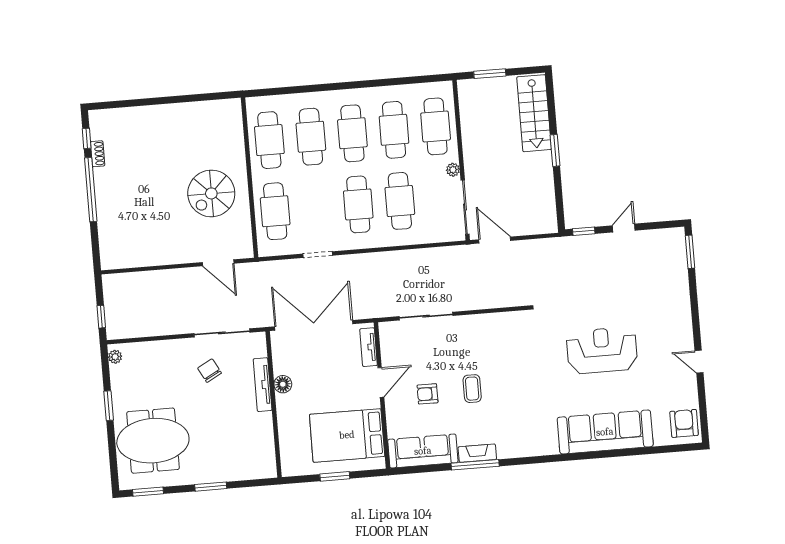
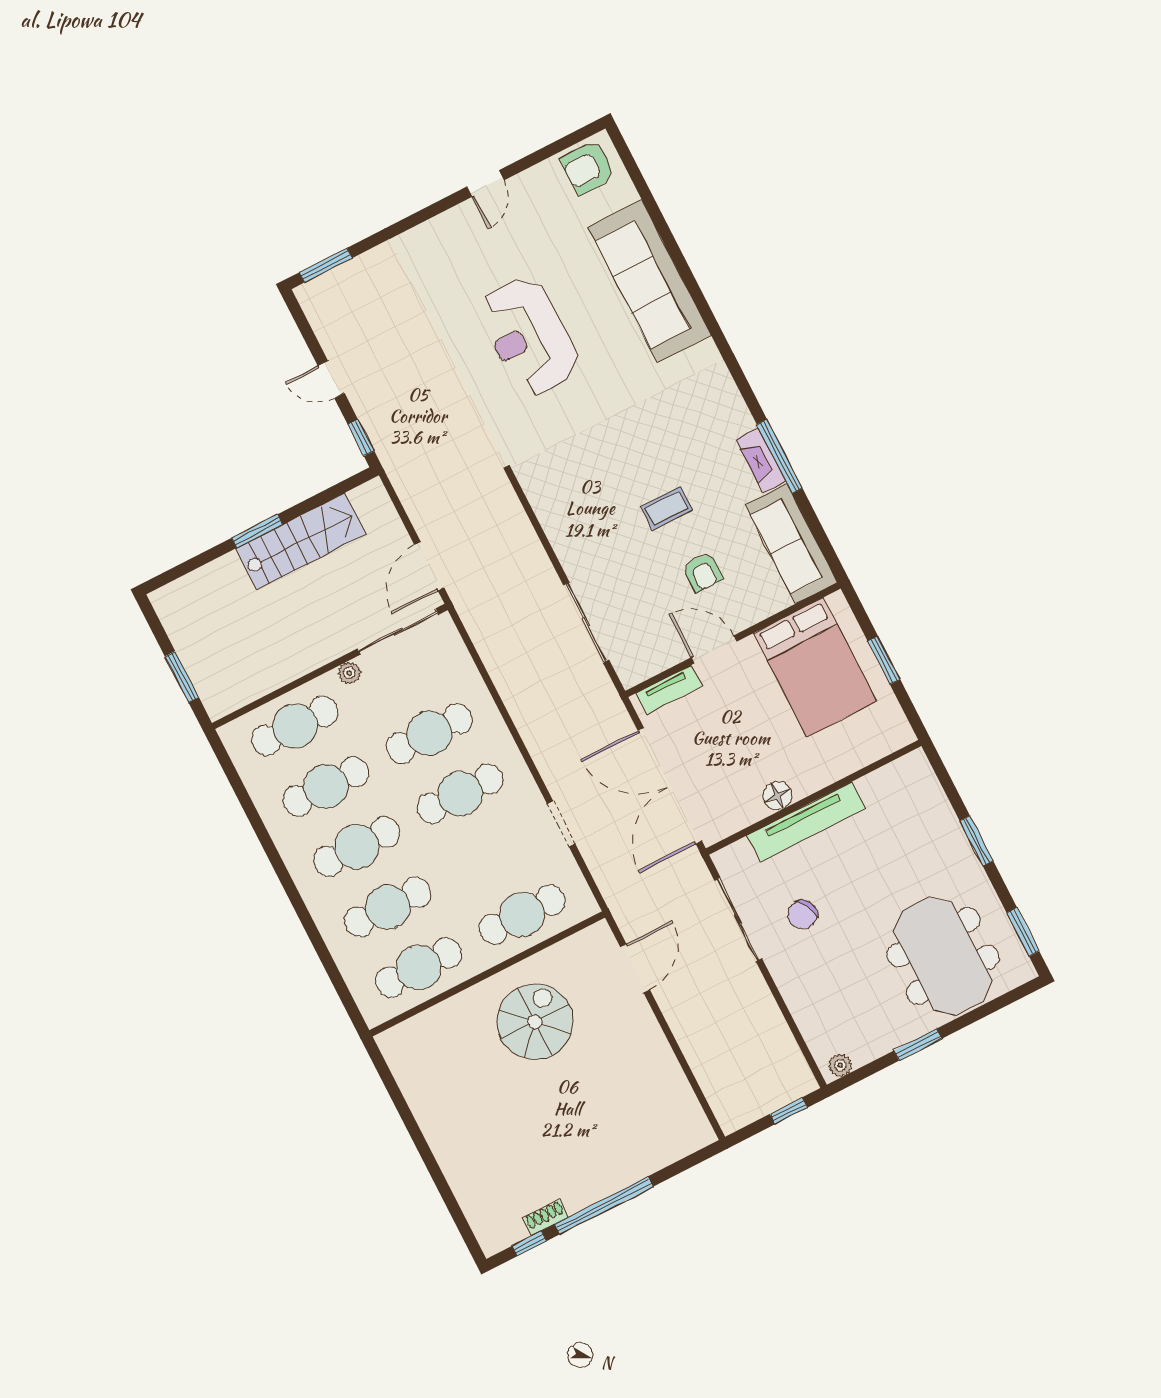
stairs: (534, 113) -> (301, 541), moved
spiral stairs: (211, 193) -> (535, 1022), turned -90
tv unit: (263, 385) -> (806, 822), width x1.36, depth x1.29

